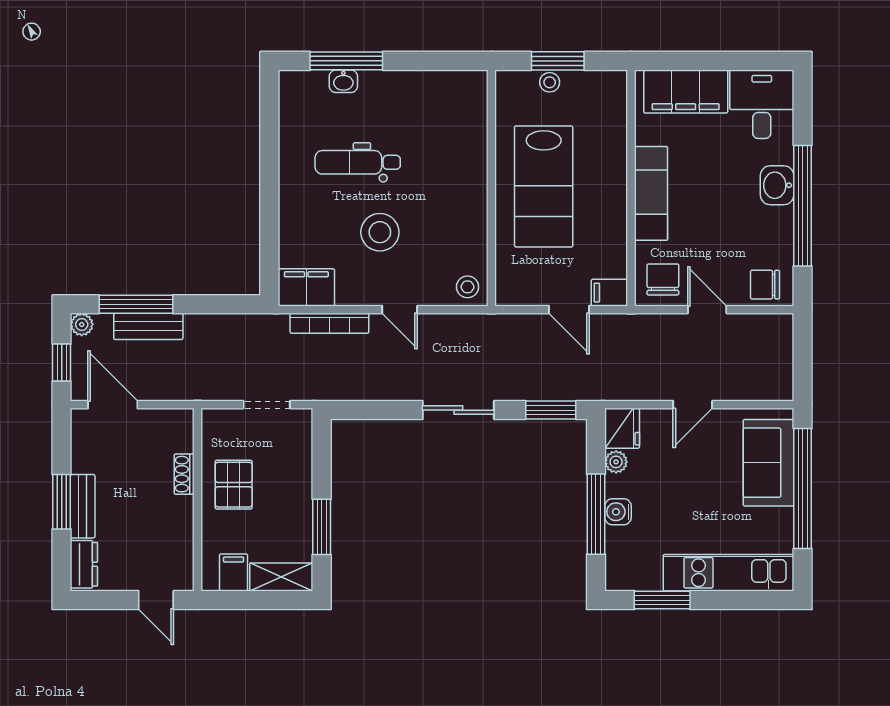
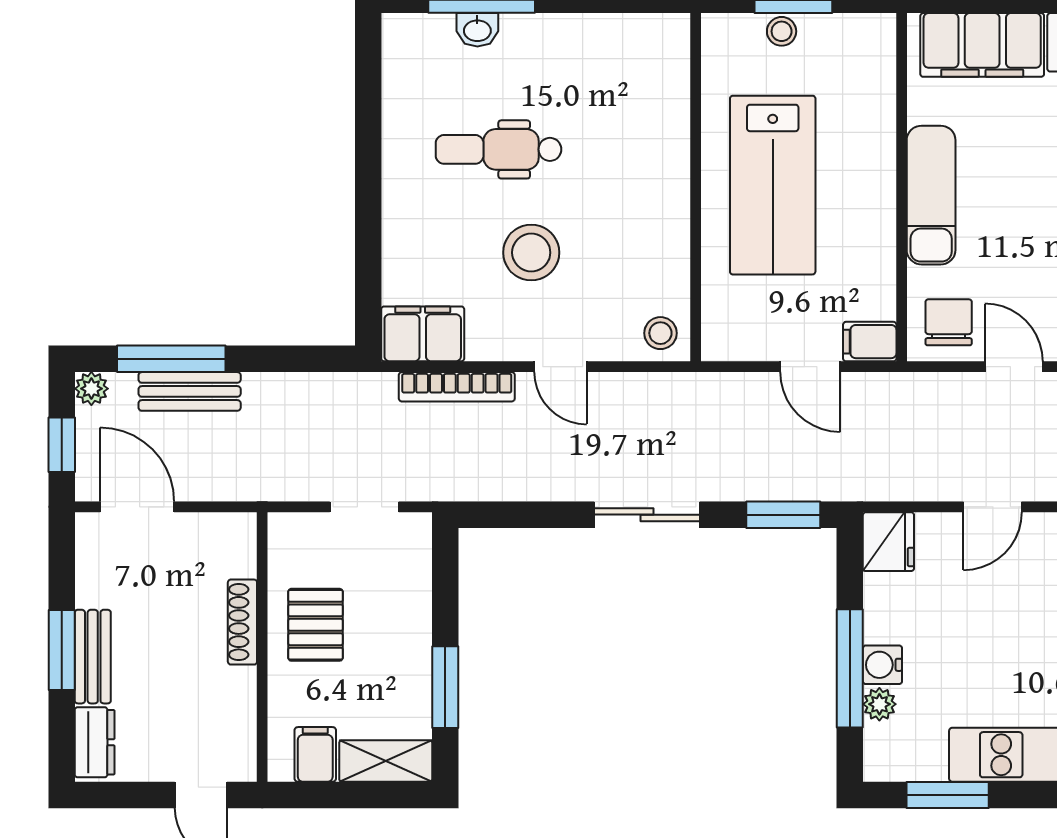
plant: (616, 462) -> (879, 704), moved
shoe rack: (184, 474) -> (242, 622), width x1.43

